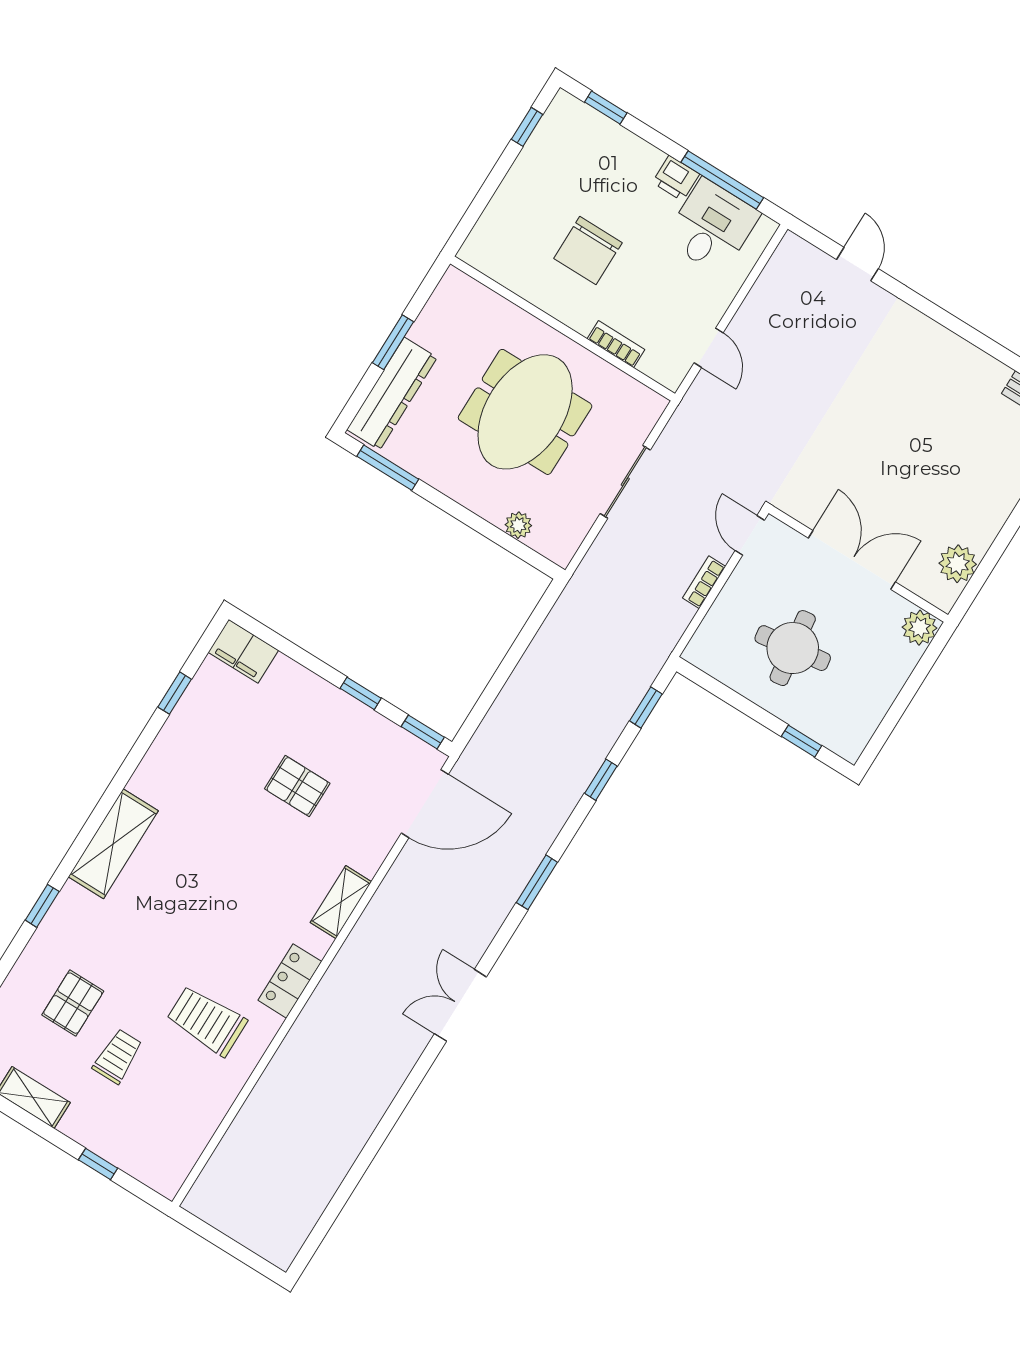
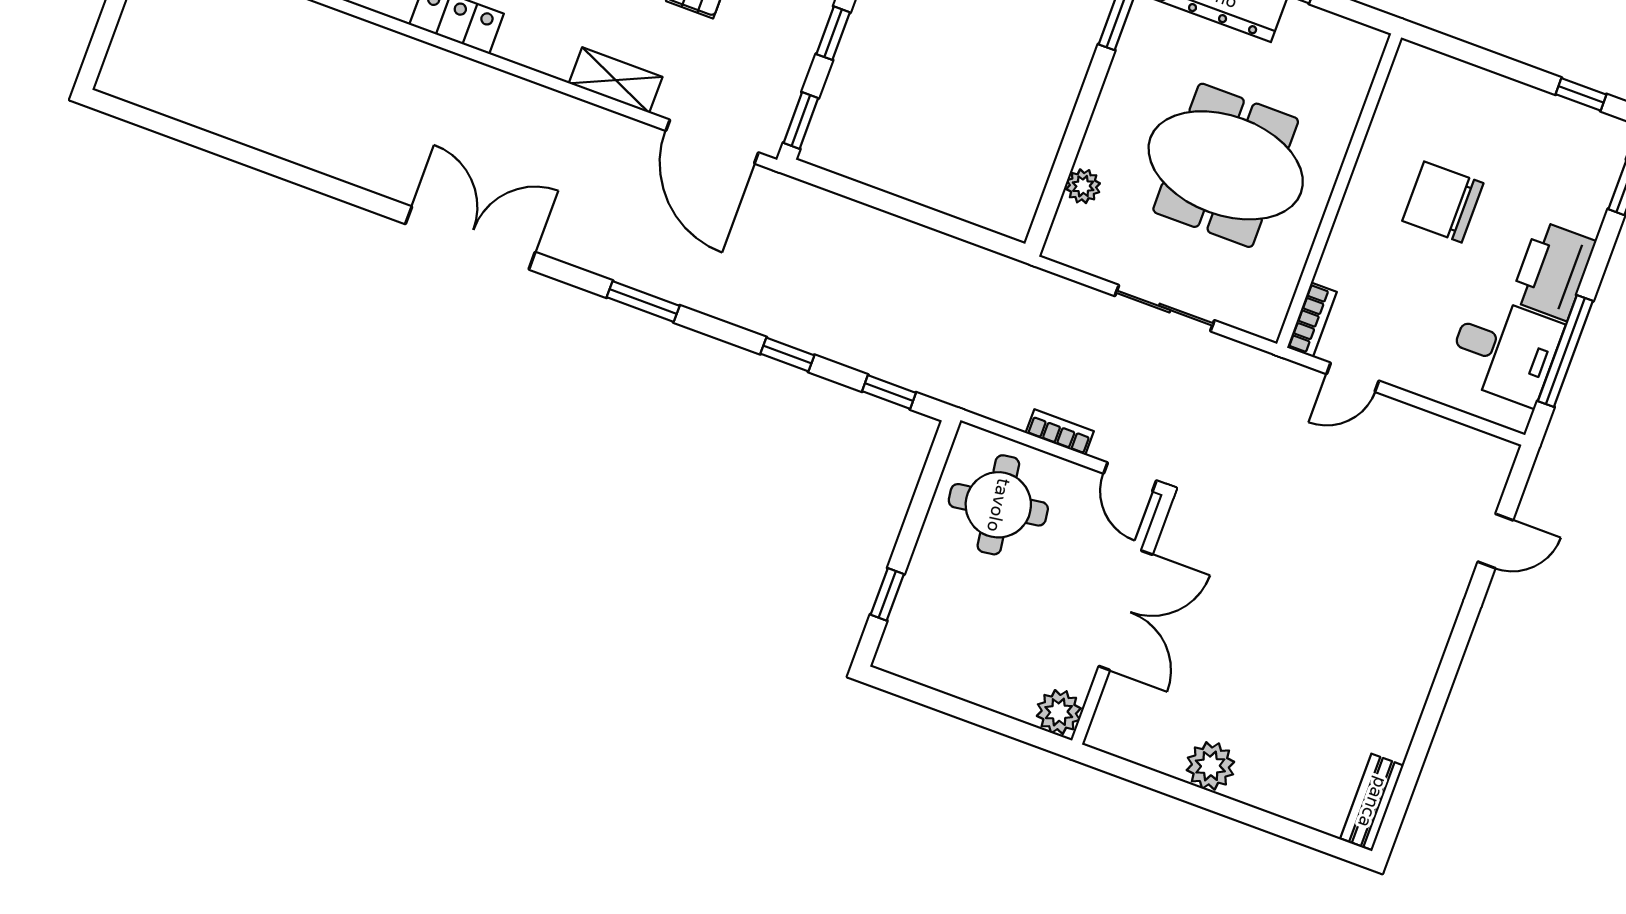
printer: (676, 178) -> (1553, 271), width x1.87, depth x1.48
bookcase: (616, 344) -> (1312, 320), moved
door: (750, 535) -> (1130, 477), swing flipped
plant: (958, 564) -> (1210, 766), moved
round table: (793, 648) -> (998, 505), moved
shelving: (341, 902) -> (616, 80), moved
double door: (460, 1005) -> (470, 238), width x1.37

